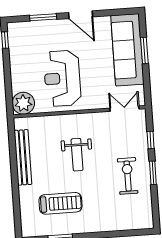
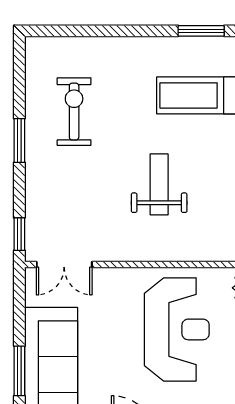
window: (151, 140) -> (19, 234), moved
exercise bike: (128, 176) -> (74, 112), moved, turned 180

